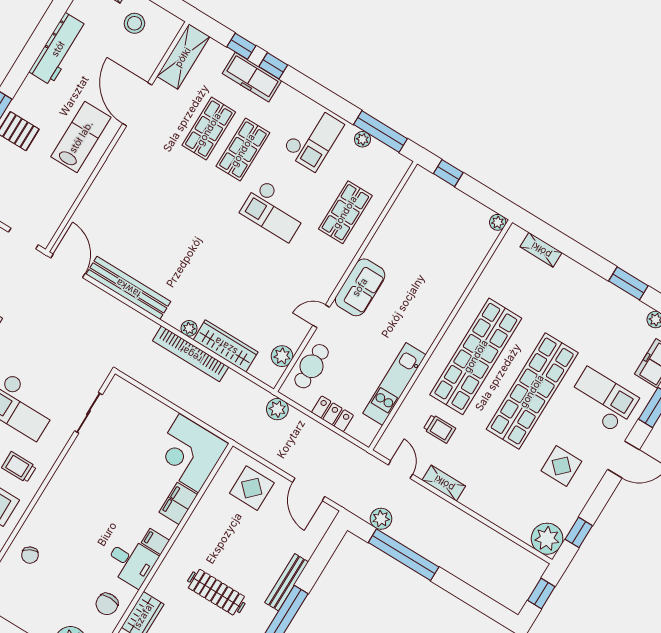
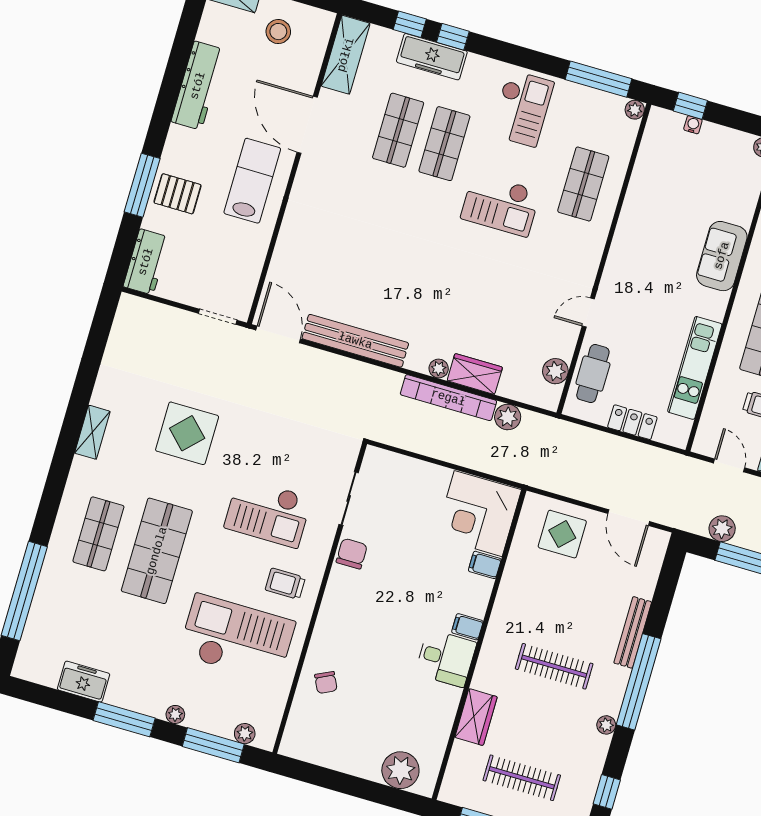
plant: (362, 139) -> (635, 110), moved
water cooler: (446, 189) -> (693, 125), added
sofa: (360, 287) -> (722, 256), moved, turned 180
wardrobe: (226, 346) -> (475, 374), width x0.67
plant: (277, 409) -> (508, 417), moved
filing cabinet: (178, 503) -> (485, 565), width x0.50
chair: (107, 604) -> (352, 554), moved, turned 180

